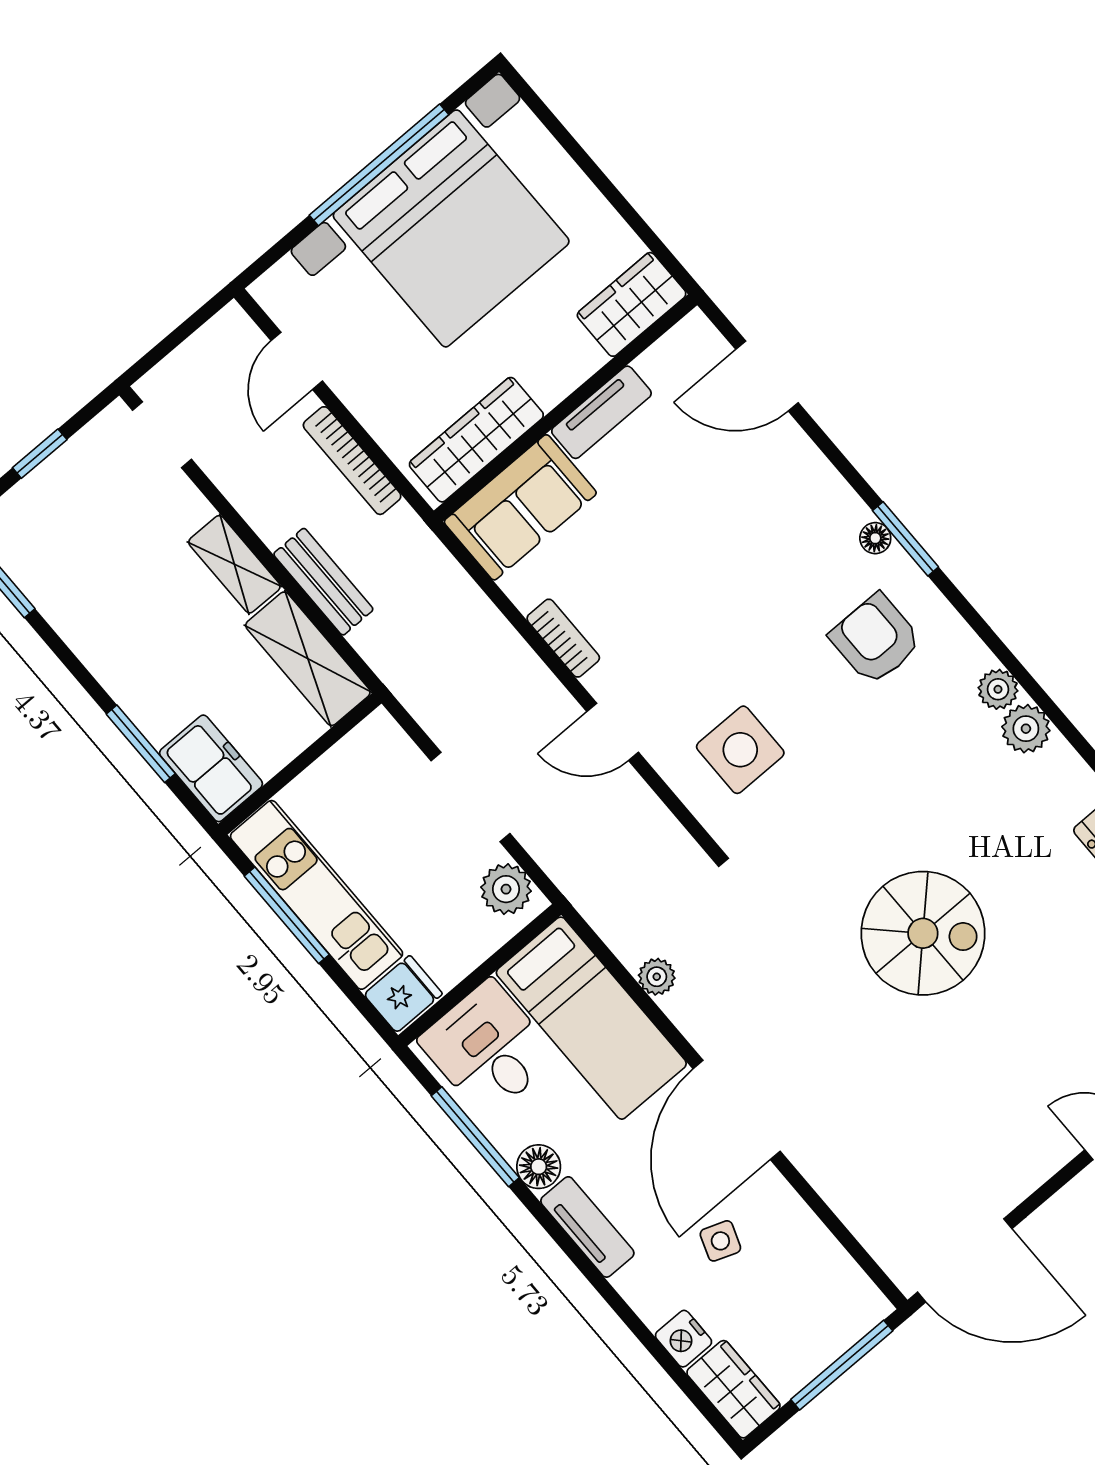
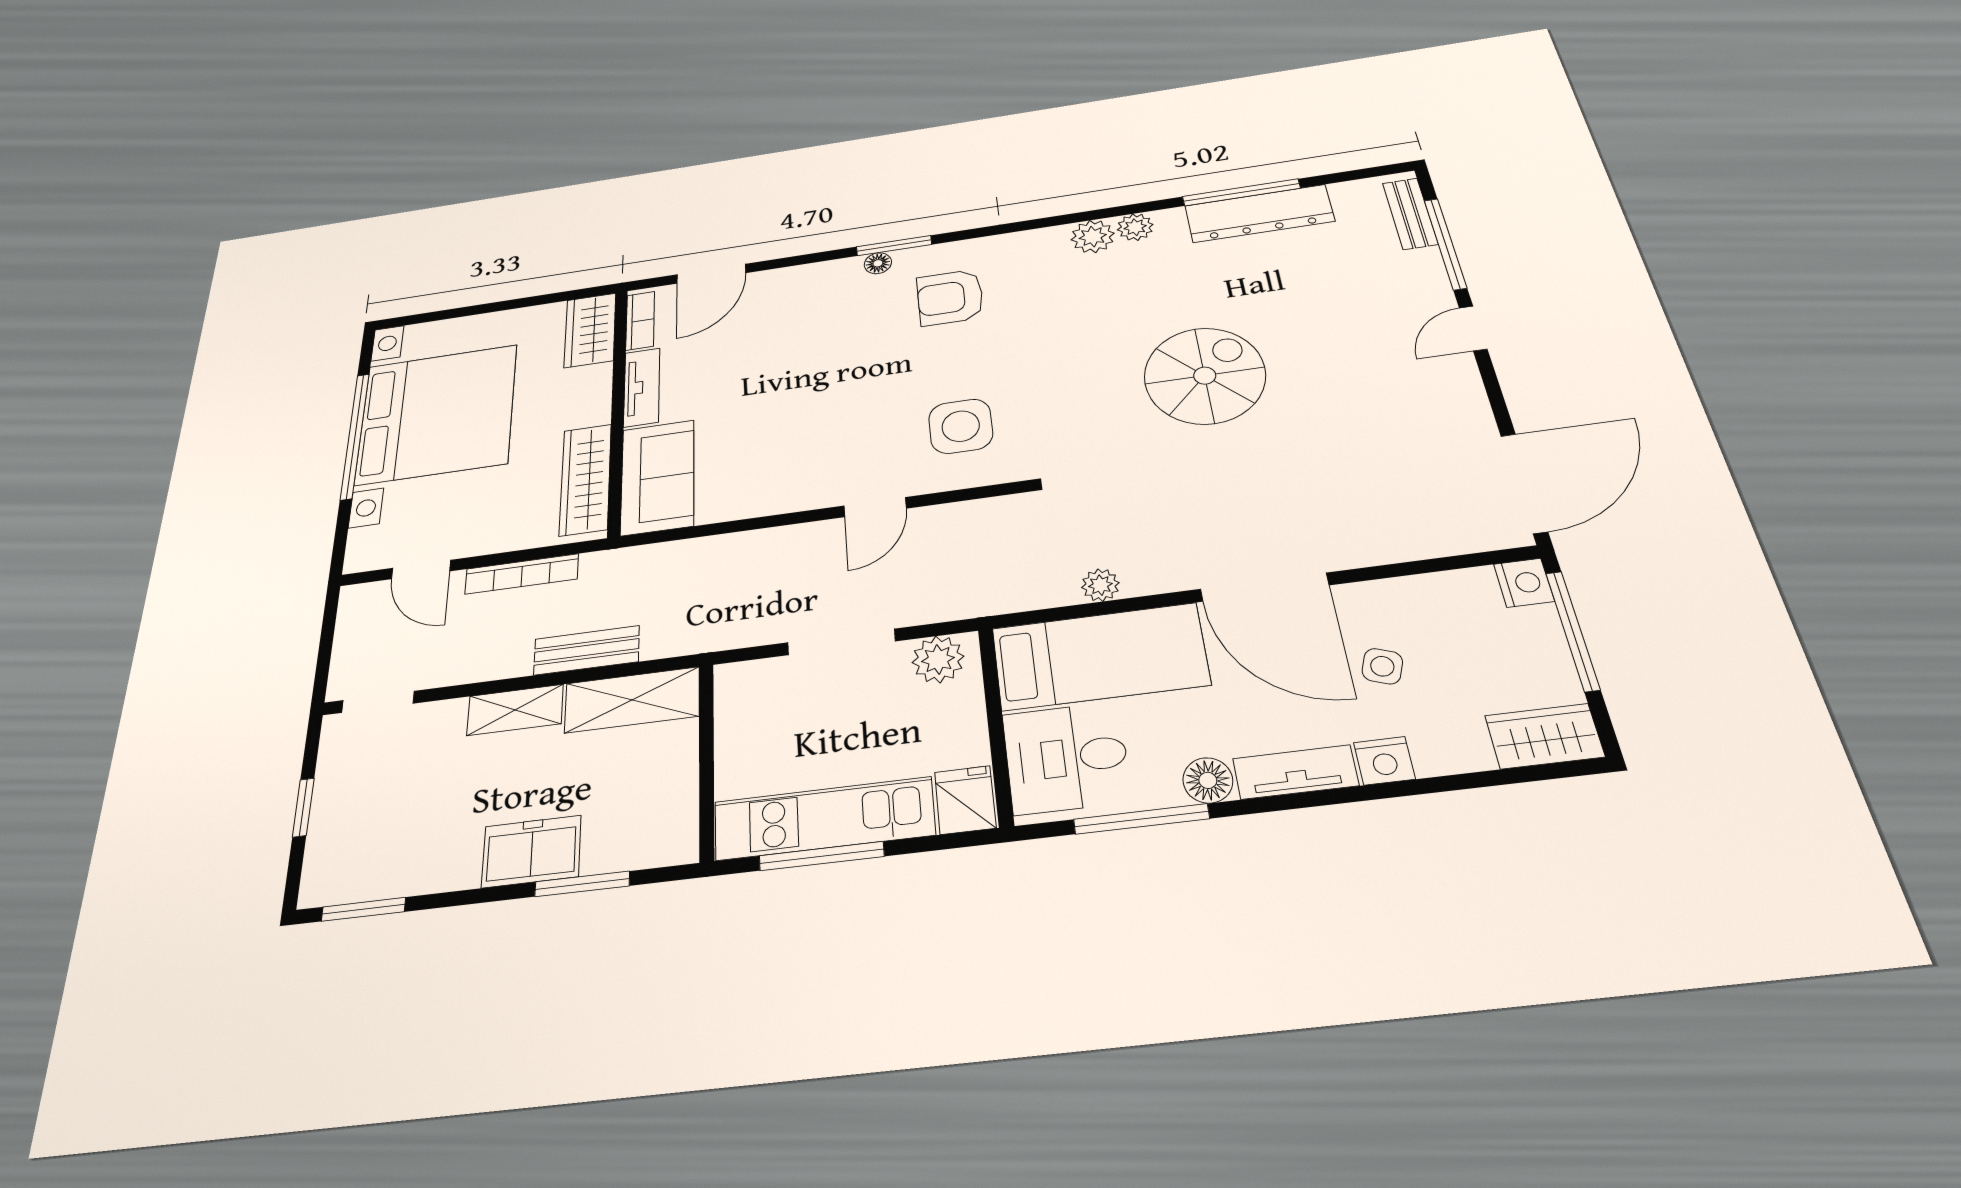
bookcase: (563, 638) -> (640, 321), moved, turned 90
plant: (998, 689) -> (1135, 227), moved
freezer: (211, 768) -> (531, 851), moved
nightstand: (865, 1308) -> (1524, 583), added
nightstand: (683, 1339) -> (1384, 761), moved

